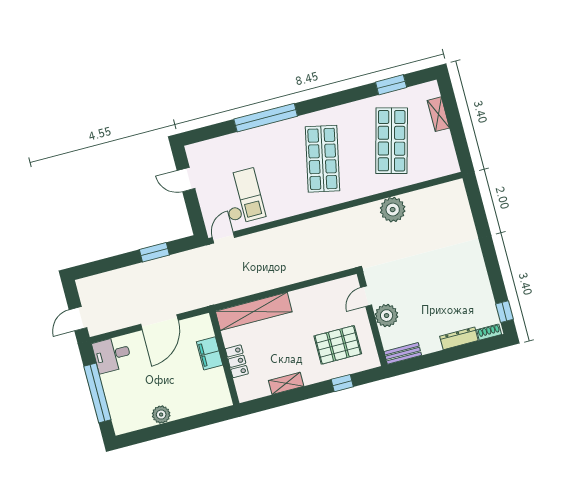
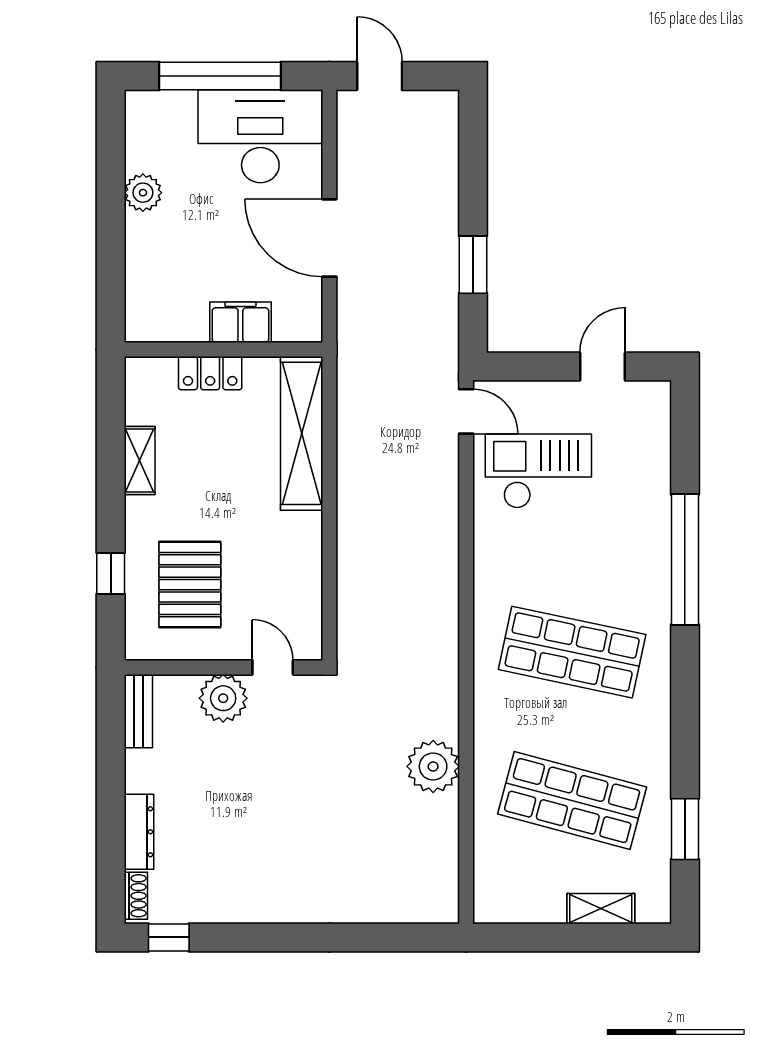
checkout: (242, 197) -> (538, 471), turned 180
desk: (112, 355) -> (260, 136), width x1.87, depth x1.30

